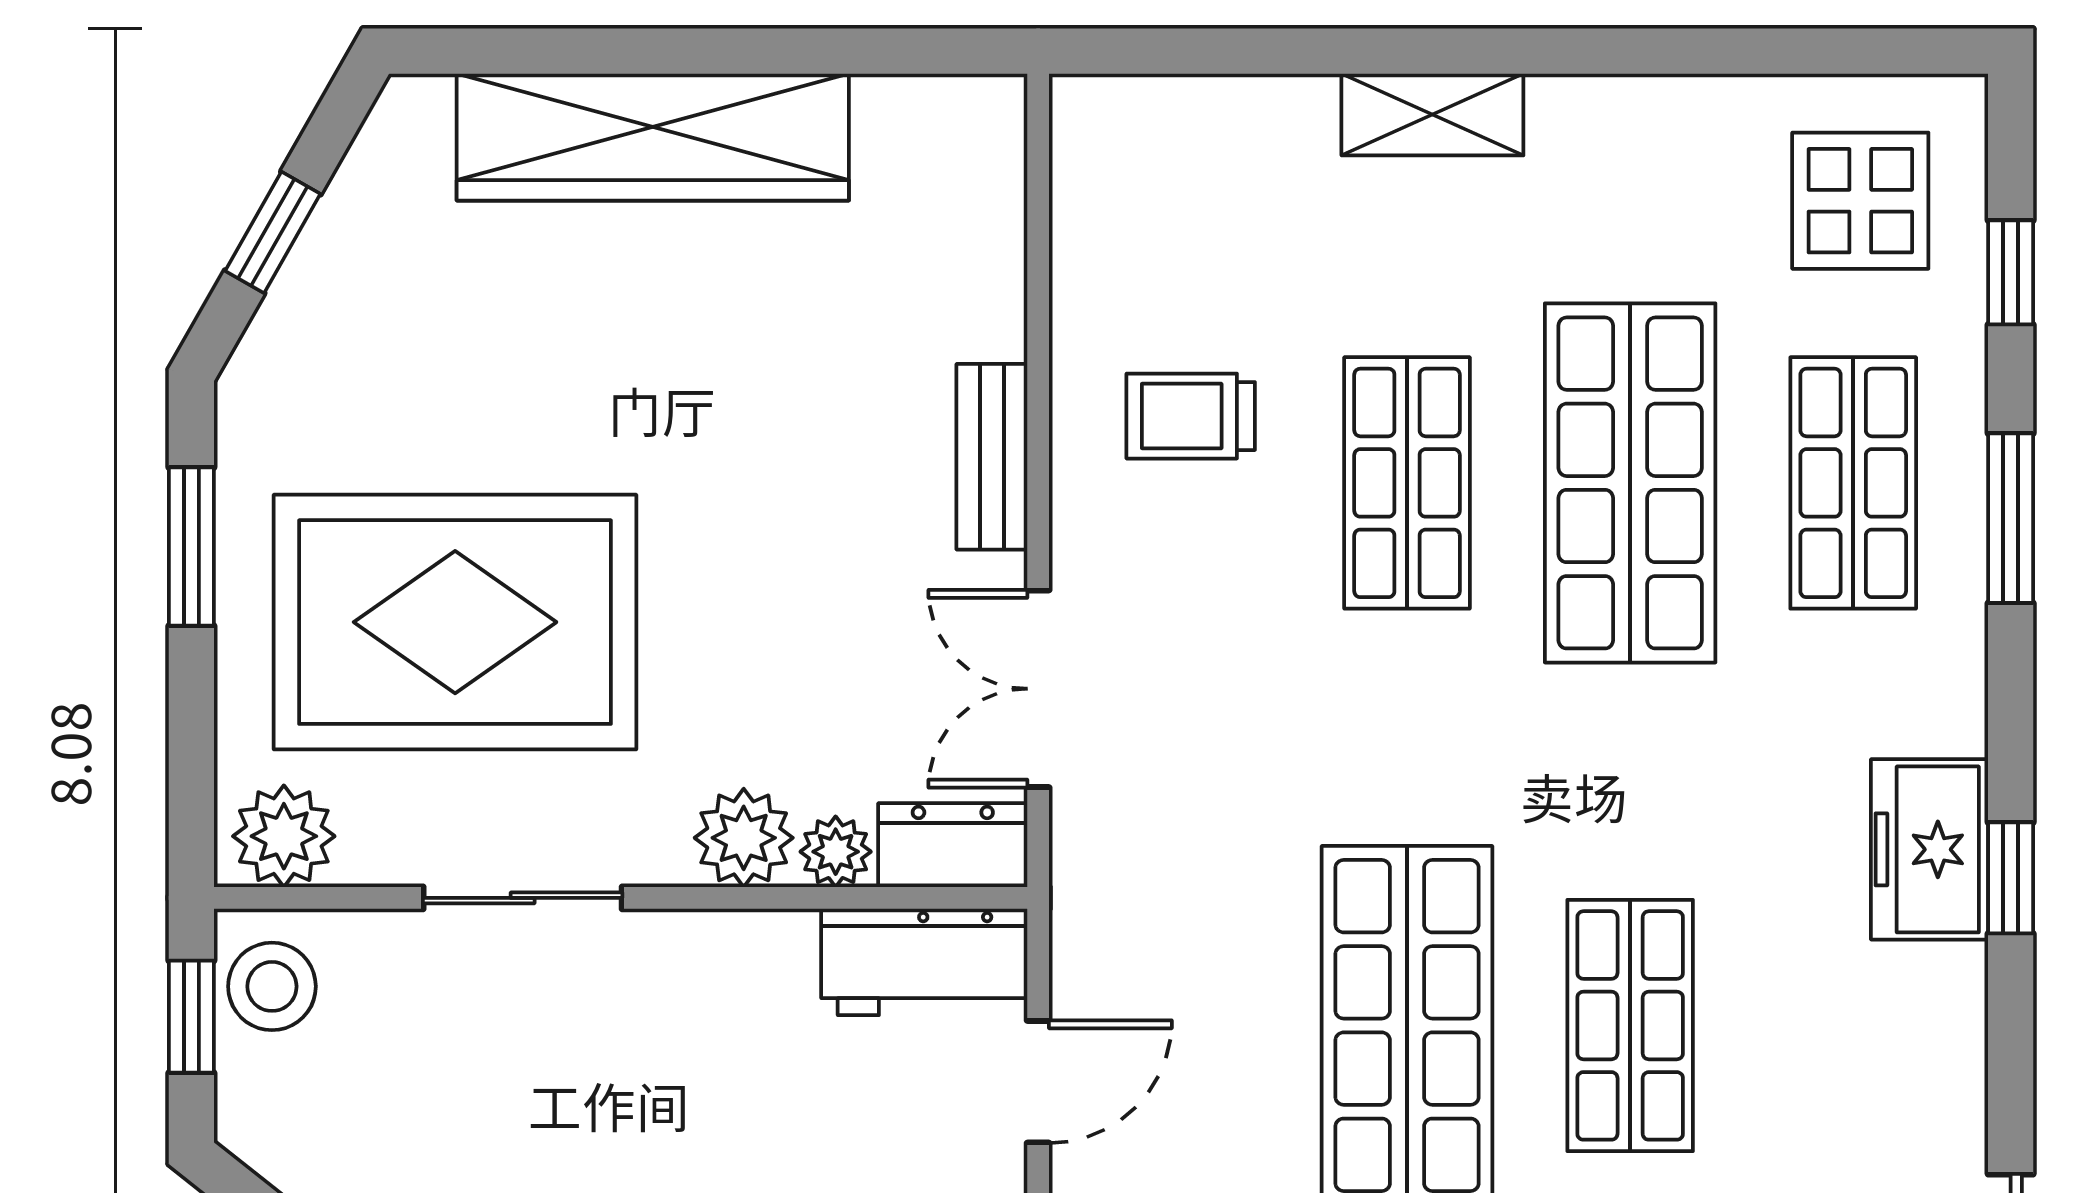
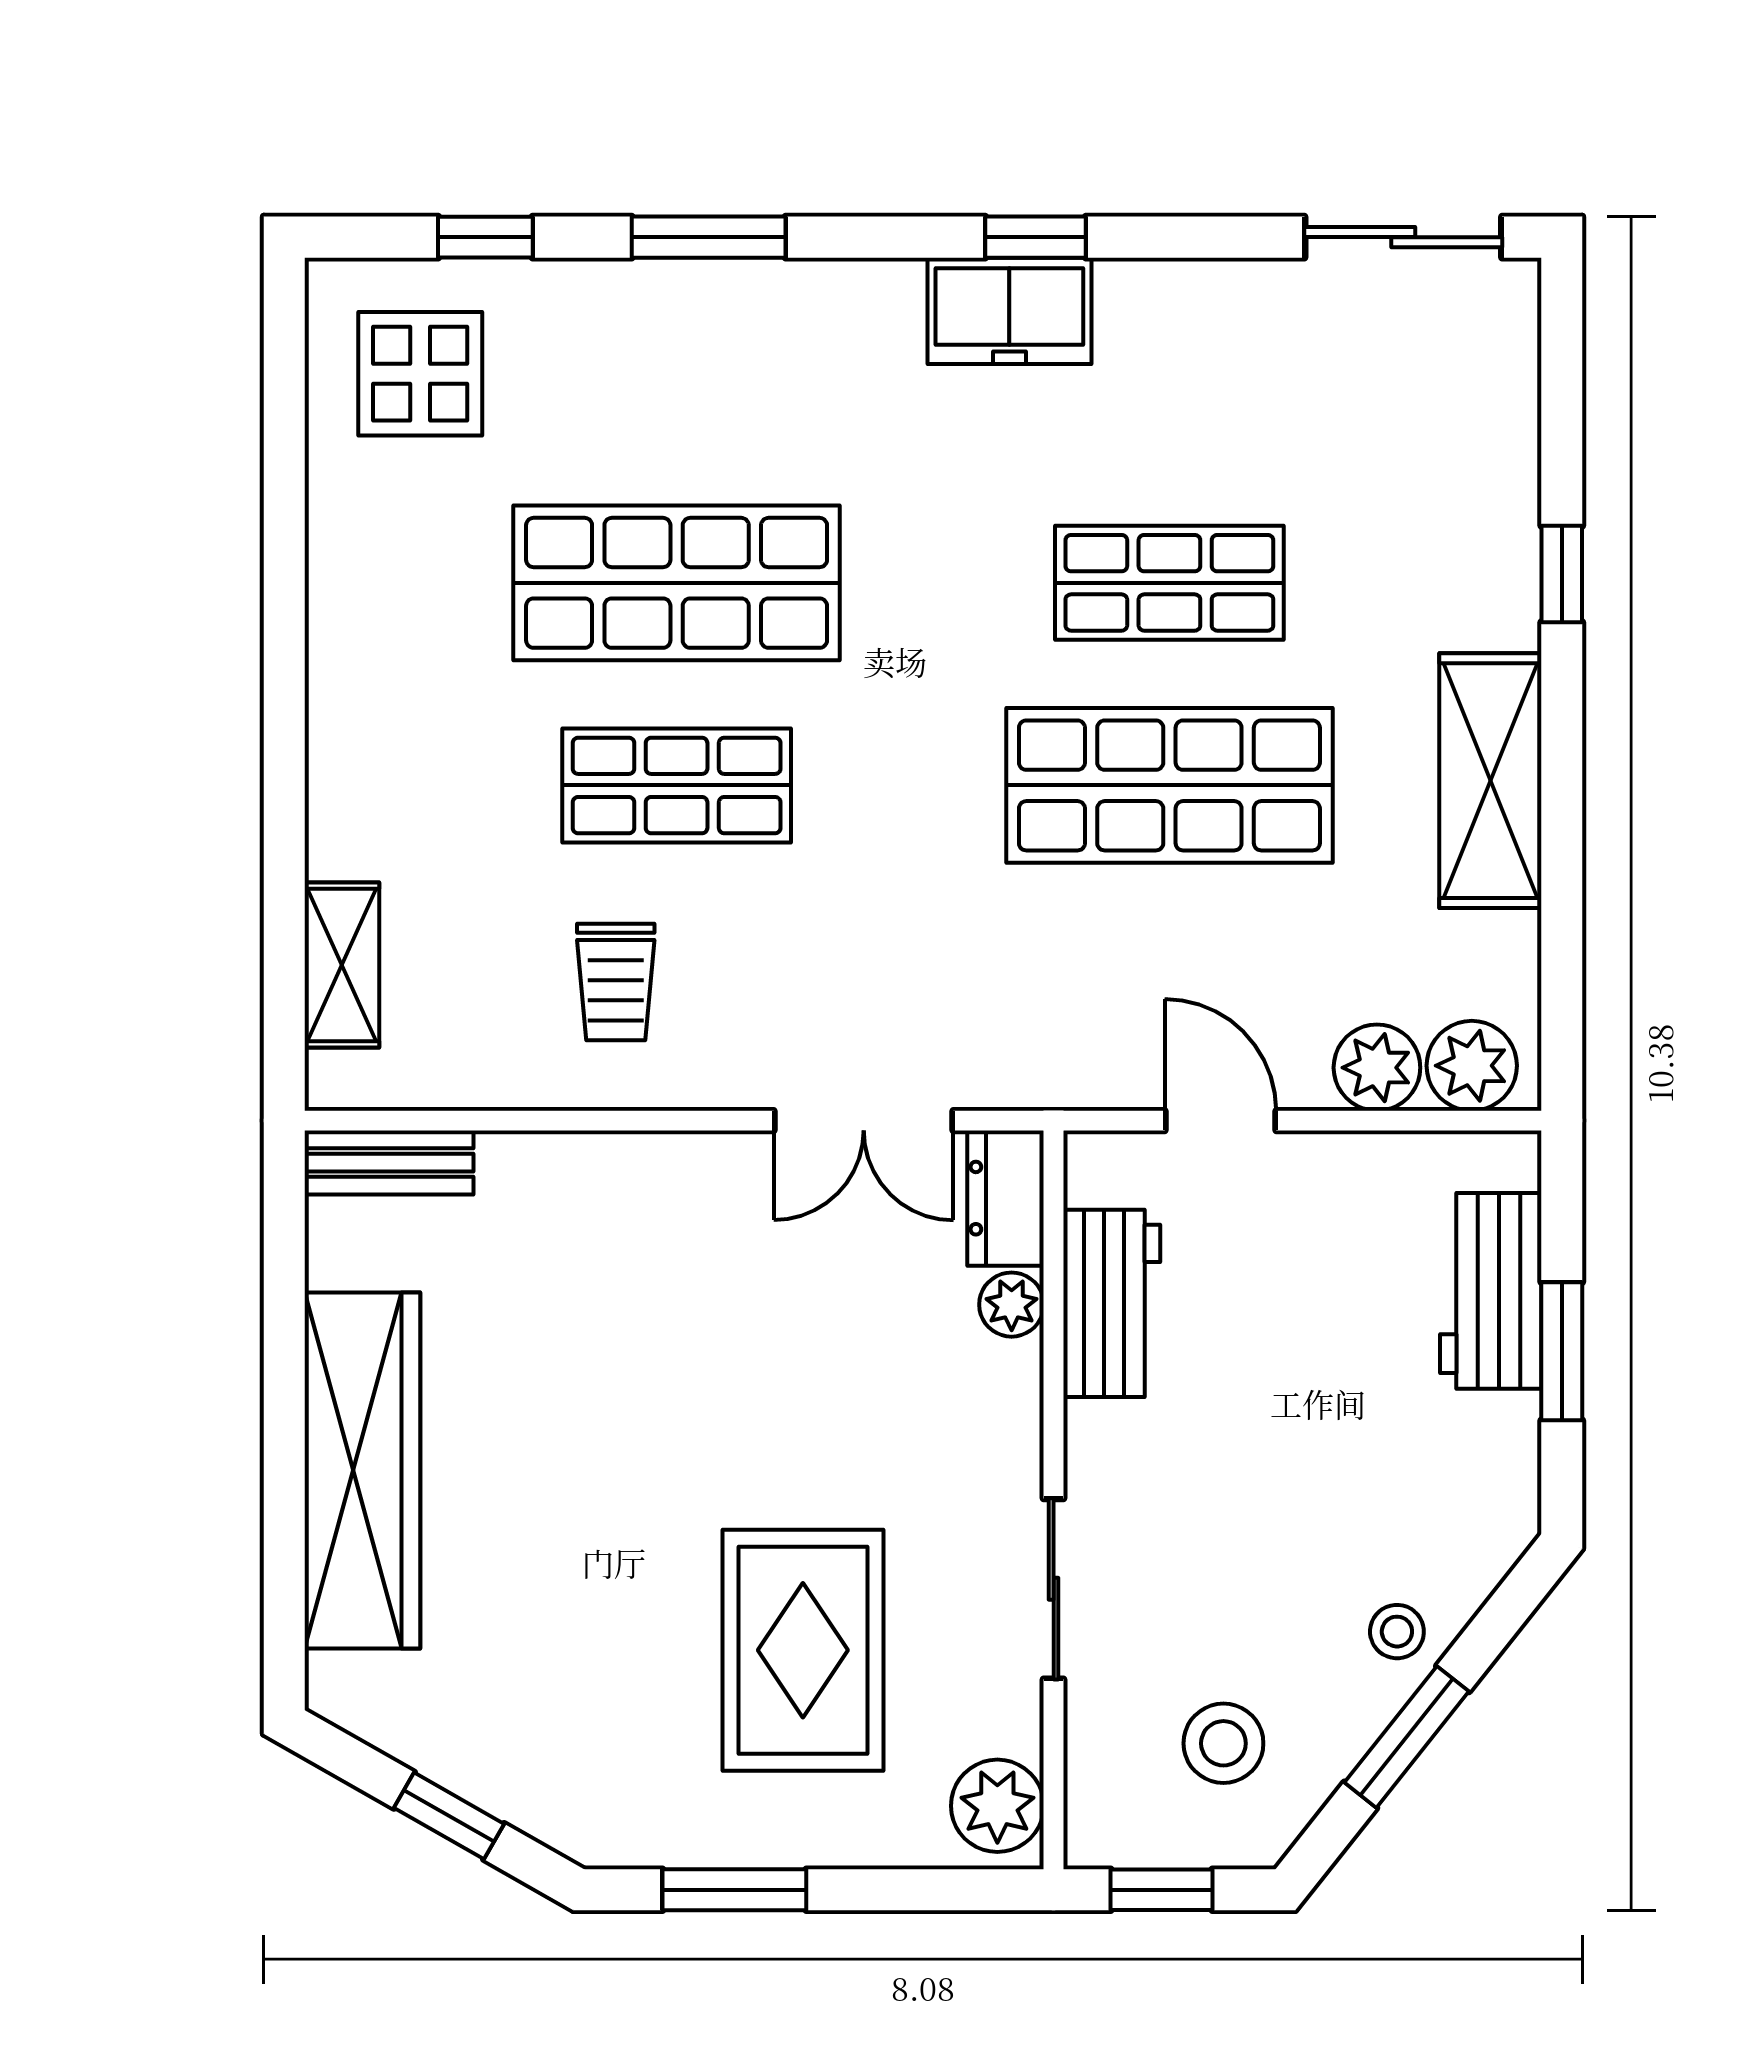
shelving: (1432, 114) -> (342, 965), moved
bench: (992, 457) -> (389, 1163), moved
shop shelf: (1853, 483) -> (677, 380), removed
rug: (455, 622) -> (803, 1650), width x0.73, depth x0.69
plant: (744, 838) -> (999, 1388), removed
workbench: (924, 962) -> (1112, 1303), moved
stool: (272, 986) -> (1223, 1743), moved

